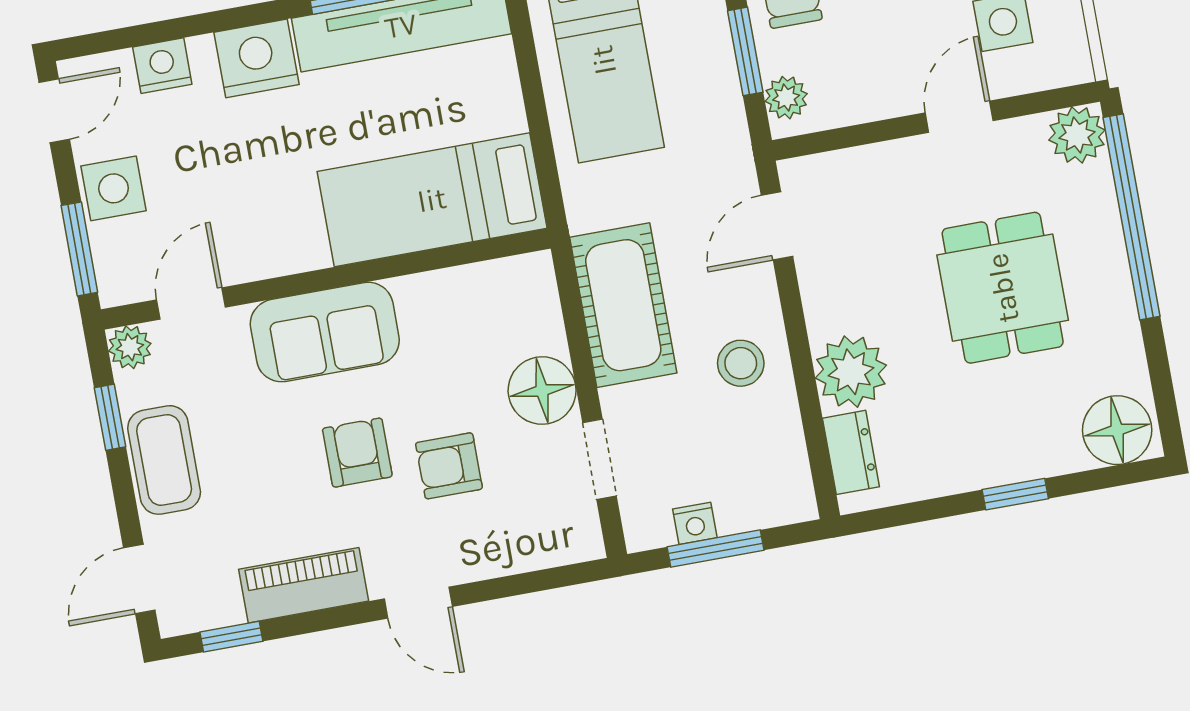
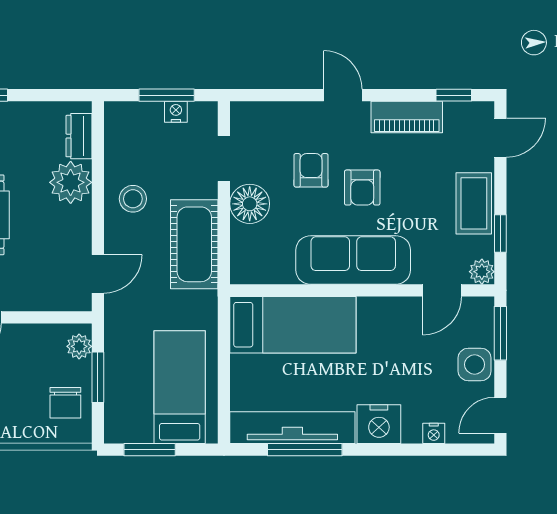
nightstand: (162, 66) -> (434, 433), width x0.72, depth x0.74
sofa: (325, 332) -> (353, 260), width x1.36
armchair: (449, 466) -> (311, 170), turned -90

